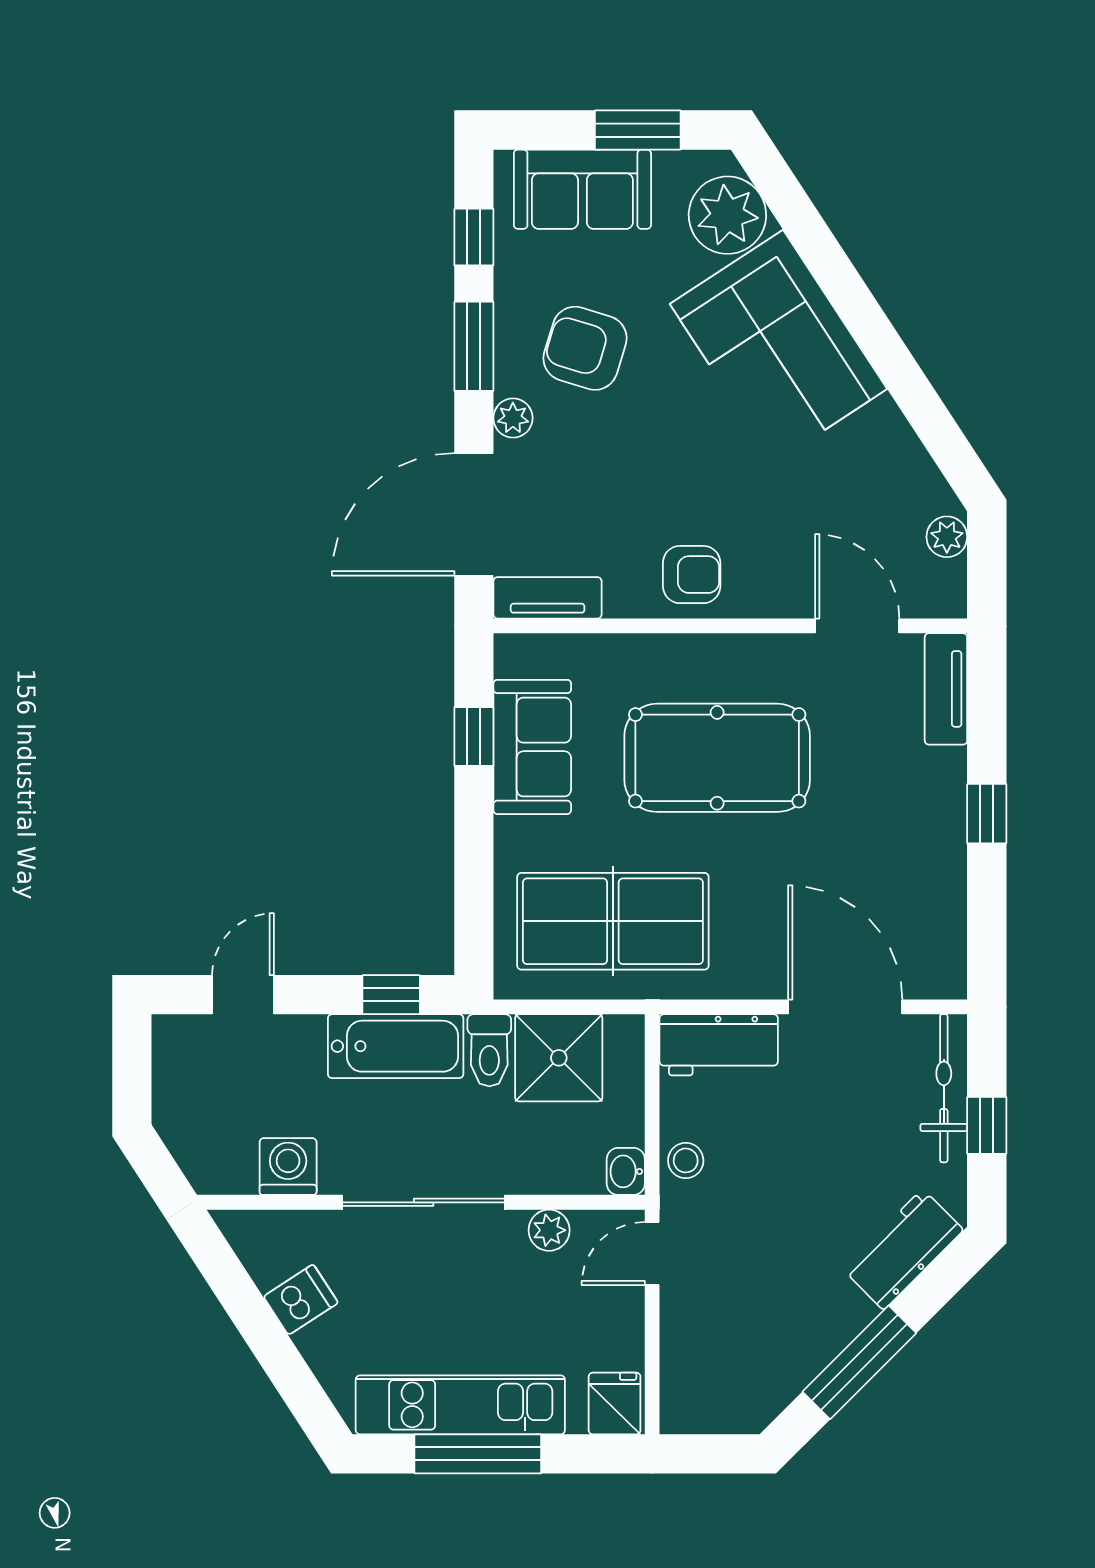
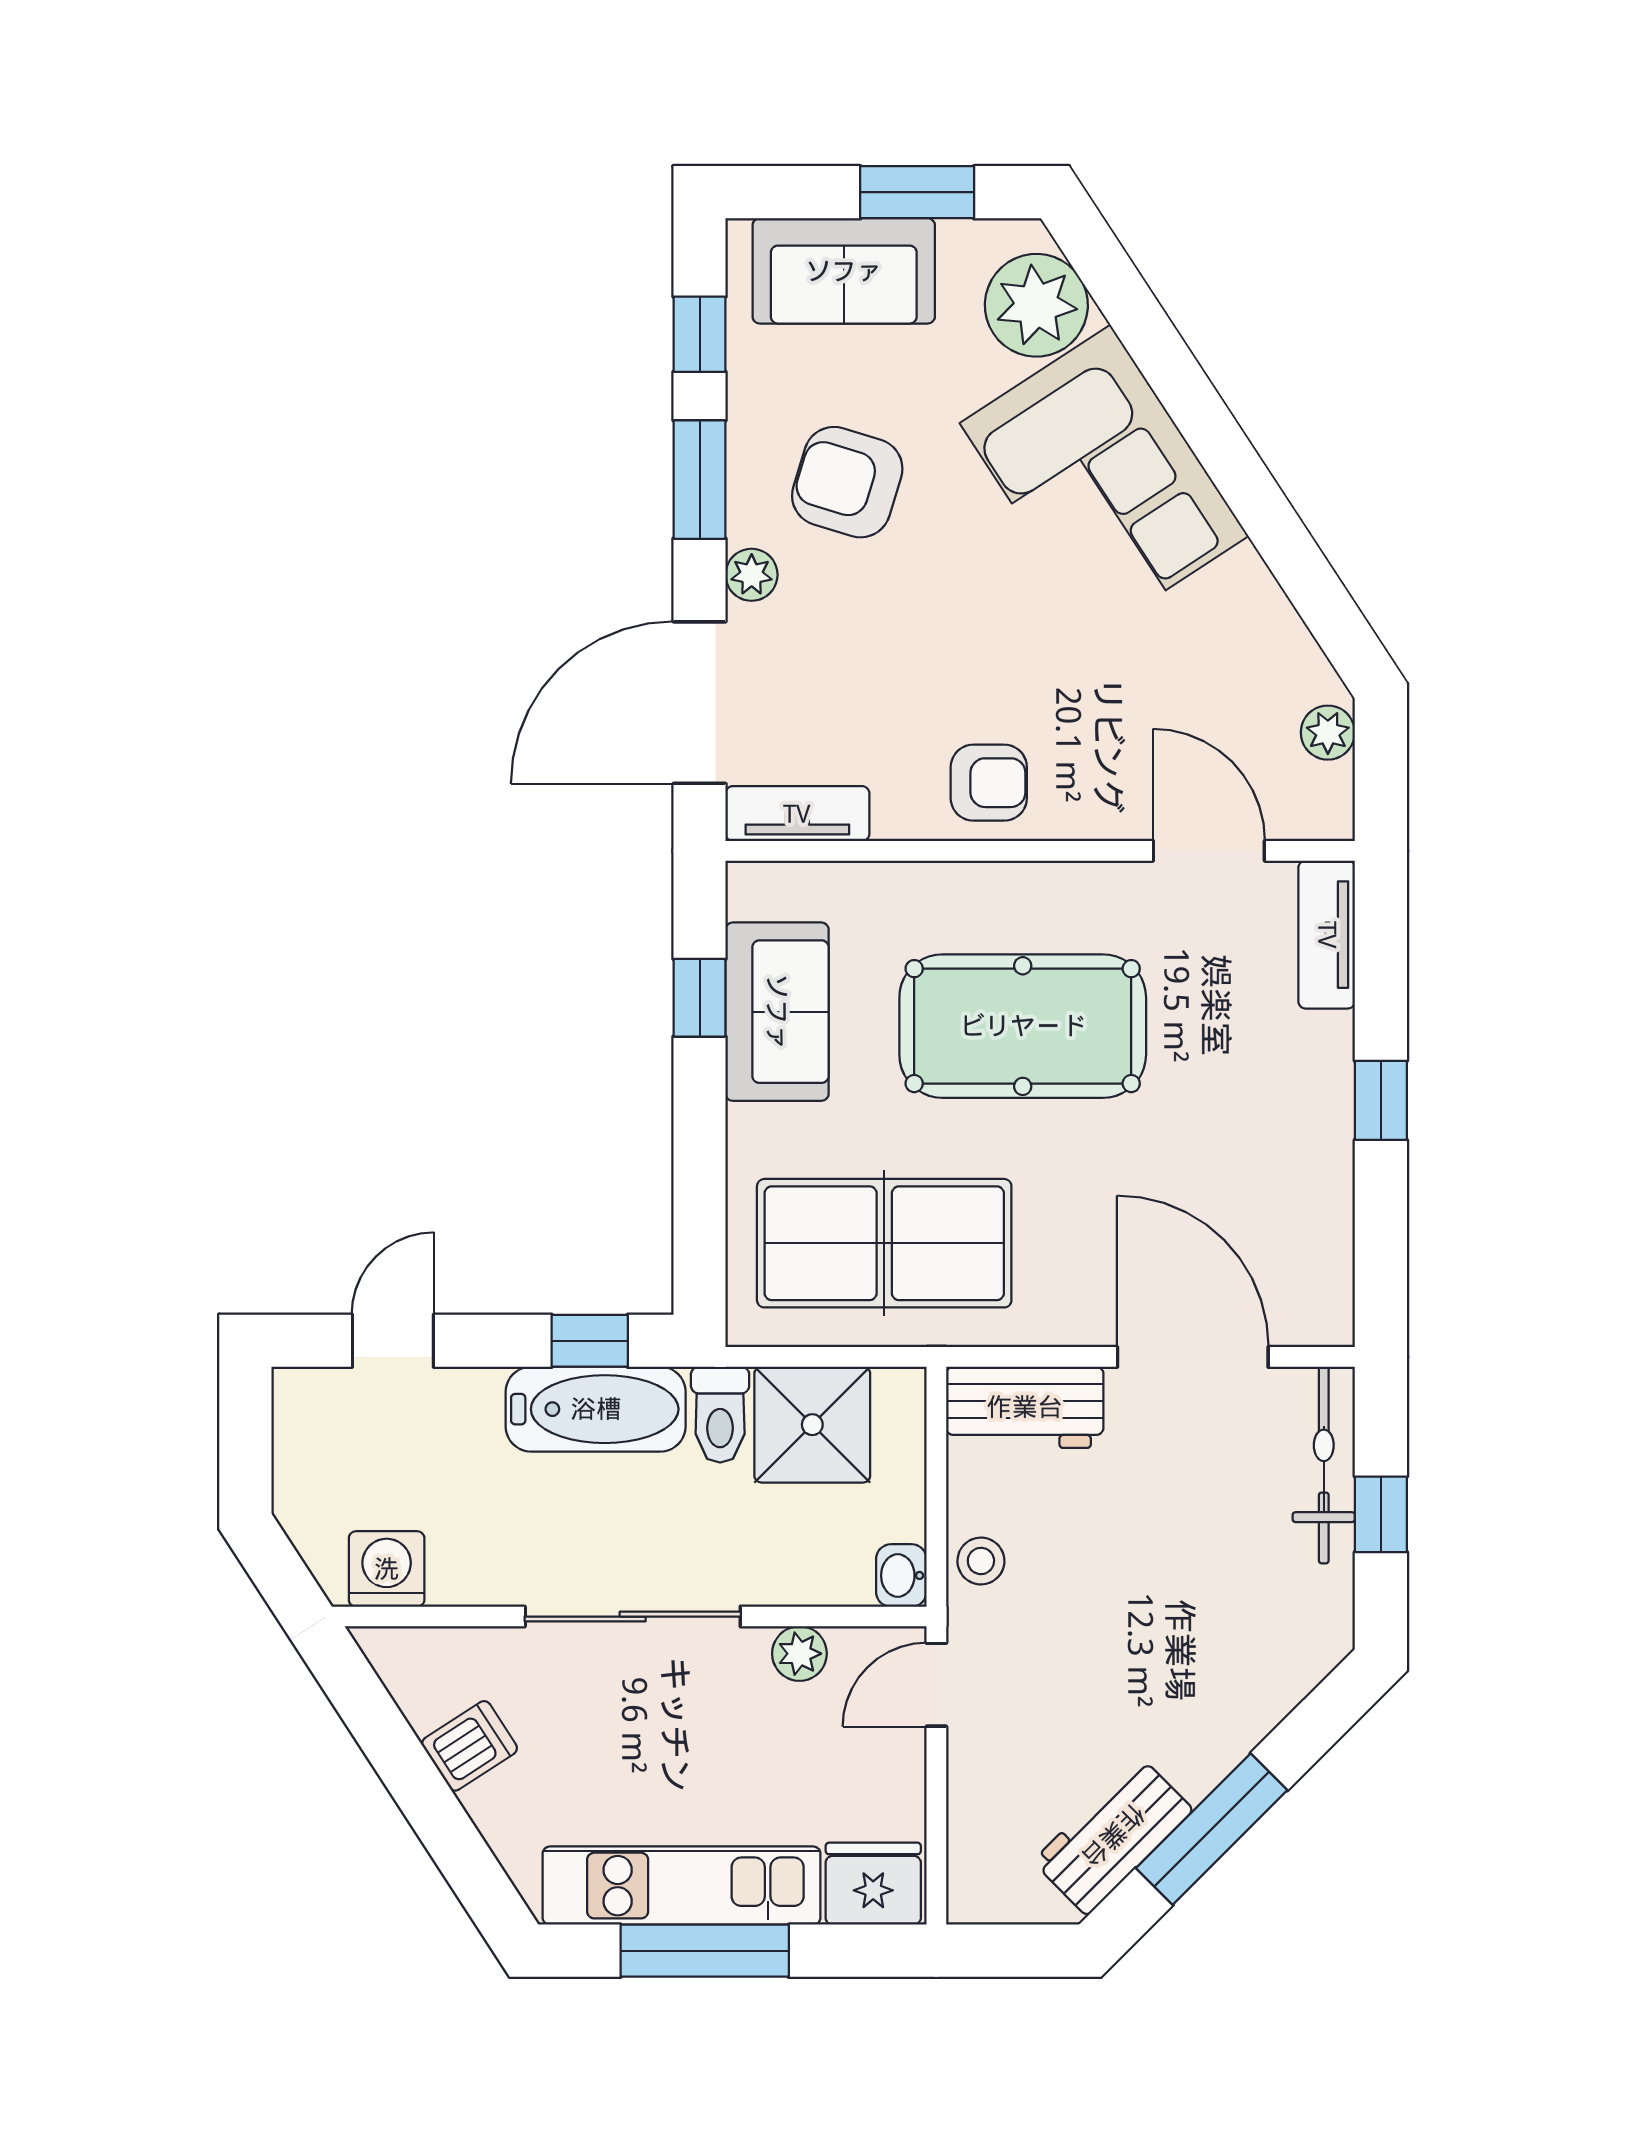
washing machine: (288, 1166) -> (387, 1569), moved
workbench: (903, 1249) -> (1113, 1836), moved
fridge: (615, 1403) -> (873, 1884), width x1.38

